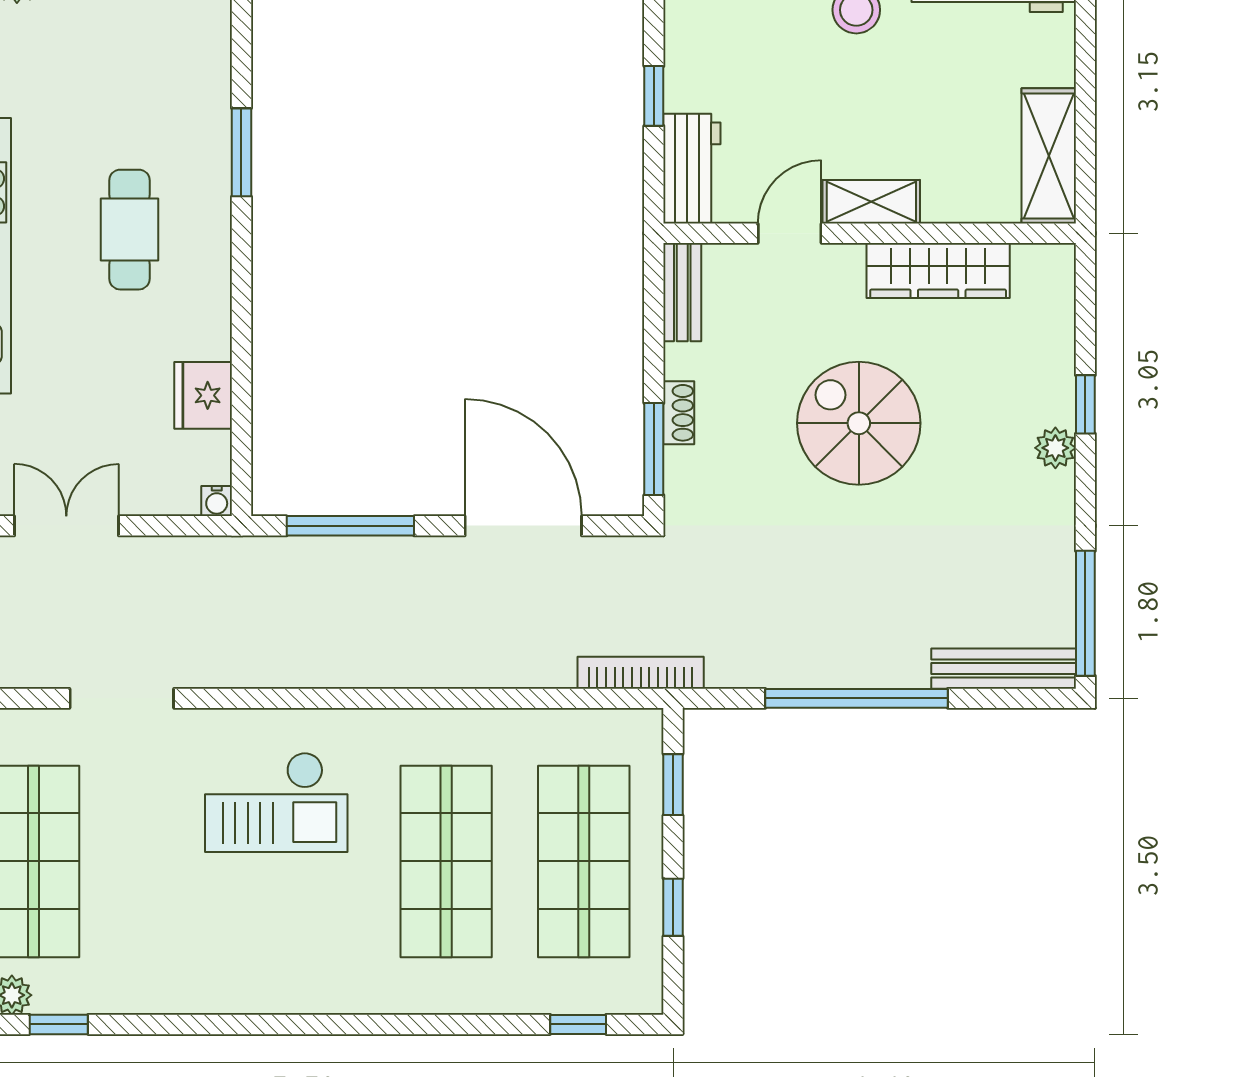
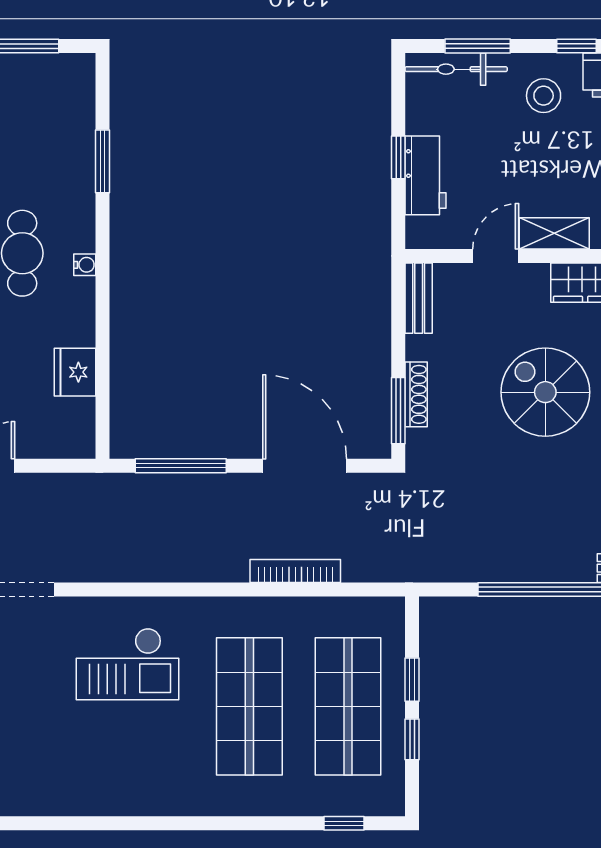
window: (241, 152) -> (103, 161), moved
workbench: (692, 169) -> (426, 175), moved
shoe rack: (679, 413) -> (416, 394), width x1.43
water cooler: (217, 501) -> (85, 265), moved, turned -90
bookcase: (641, 673) -> (295, 571), moved
window: (673, 785) -> (412, 680), moved

